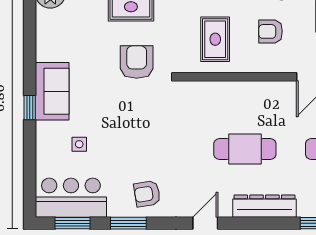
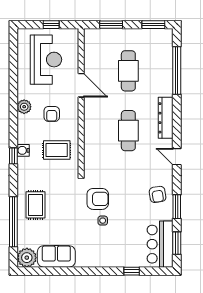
armchair: (137, 62) -> (98, 199), moved, turned 180
sofa: (52, 91) -> (56, 256), moved
window: (30, 108) -> (132, 271), moved
side table: (79, 144) -> (103, 221), moved

